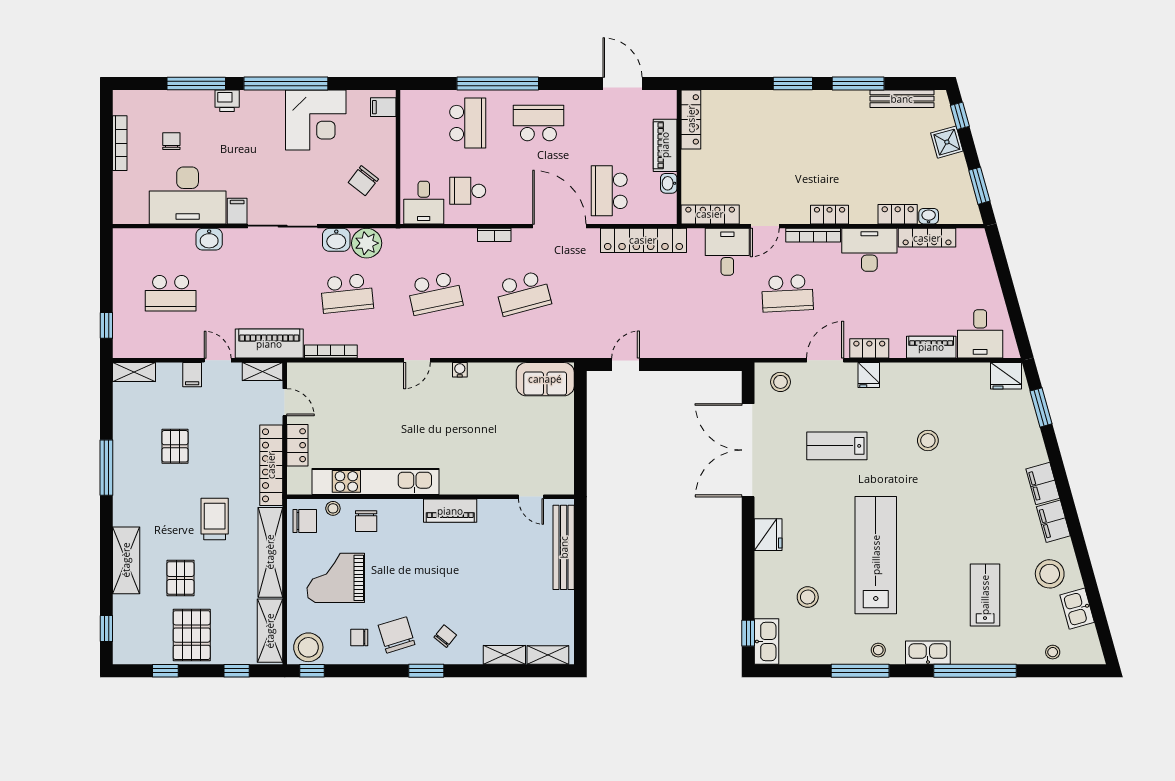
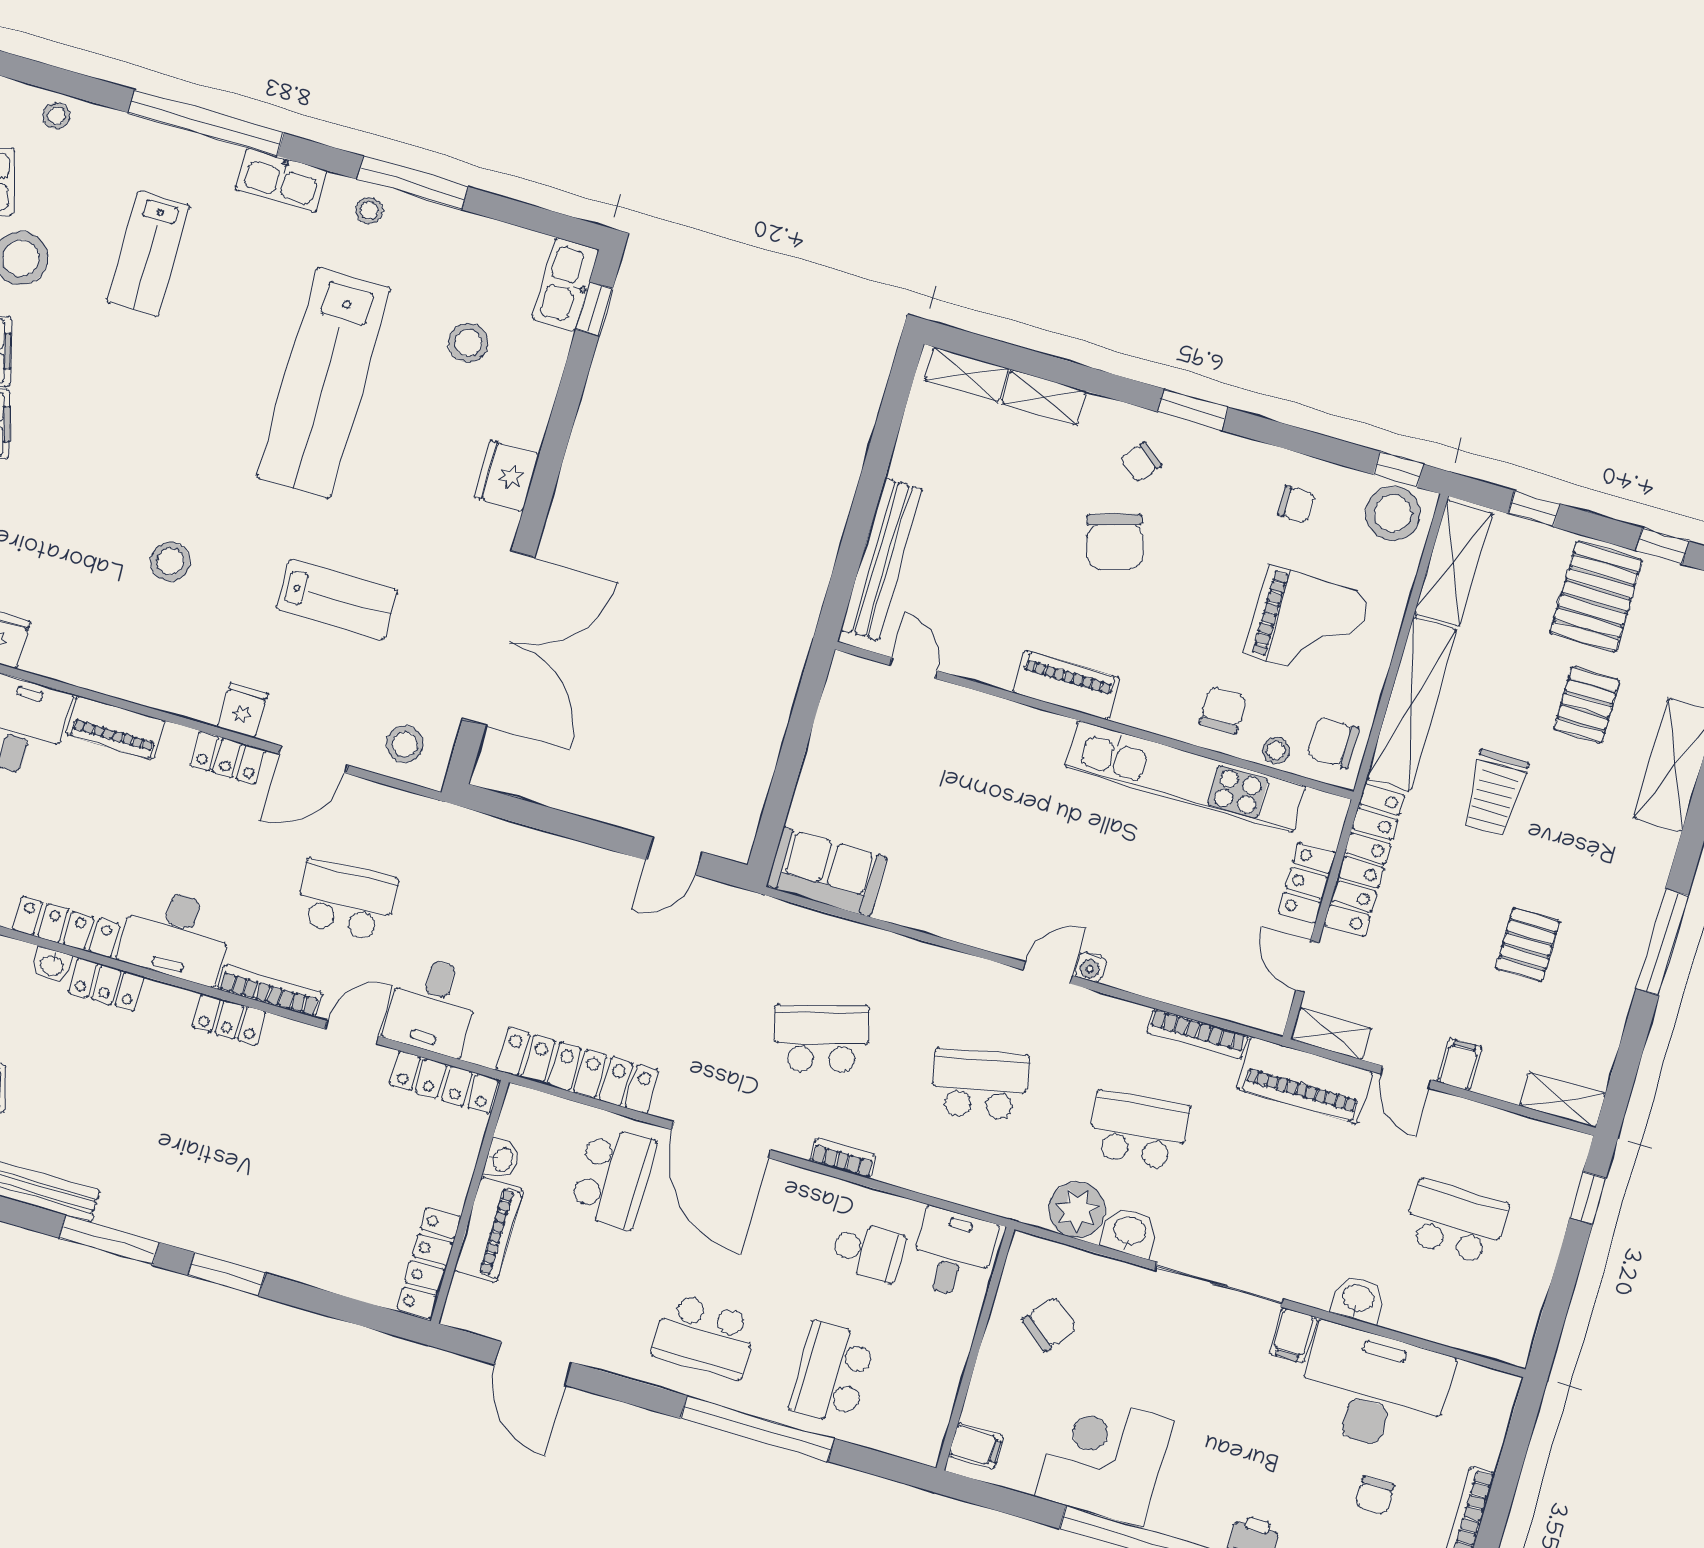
water cooler: (460, 370) -> (1090, 967), moved
chair: (397, 635) -> (1115, 542), moved

